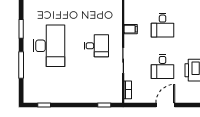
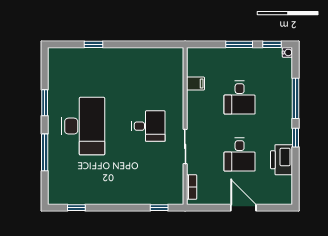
filing cabinet: (131, 29) -> (195, 84), moved
door: (165, 105) -> (243, 208), hinge flipped

